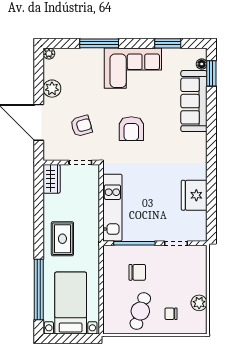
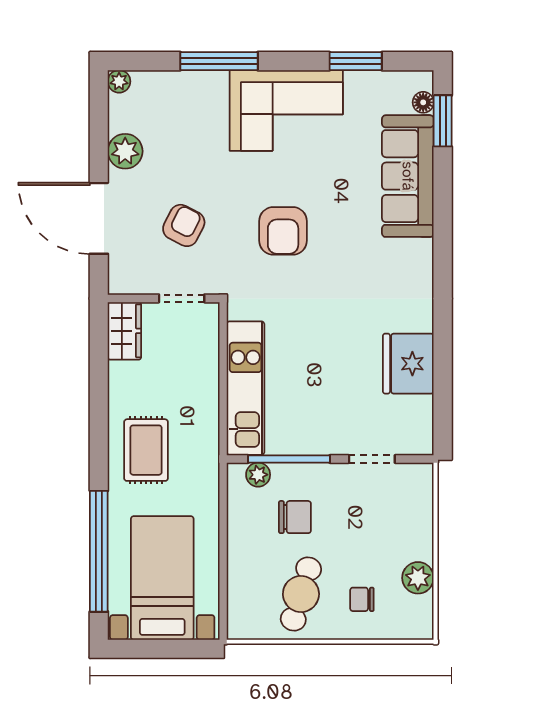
armchair: (81, 126) -> (184, 225), turned -47
plant: (119, 251) -> (258, 475), added

